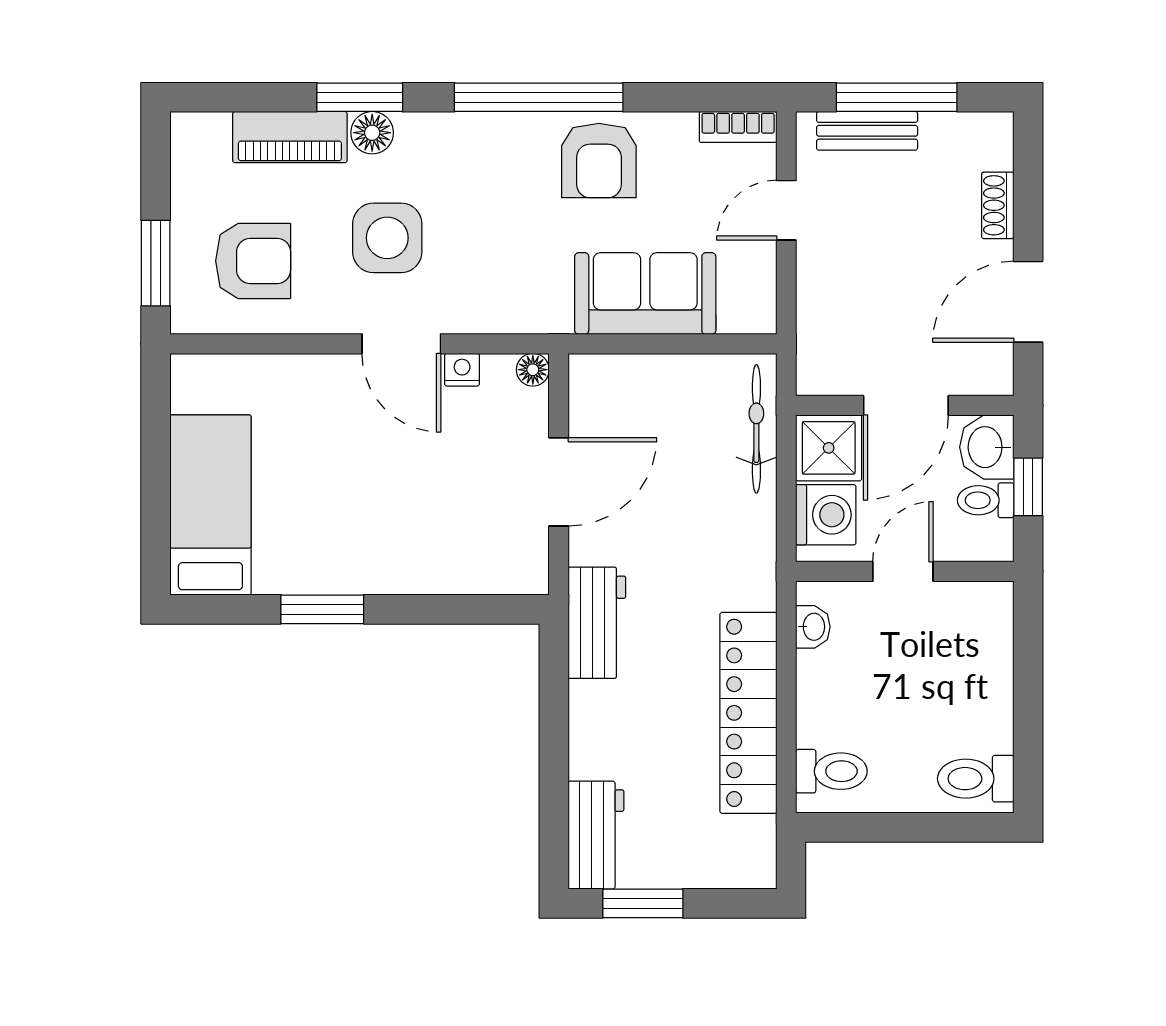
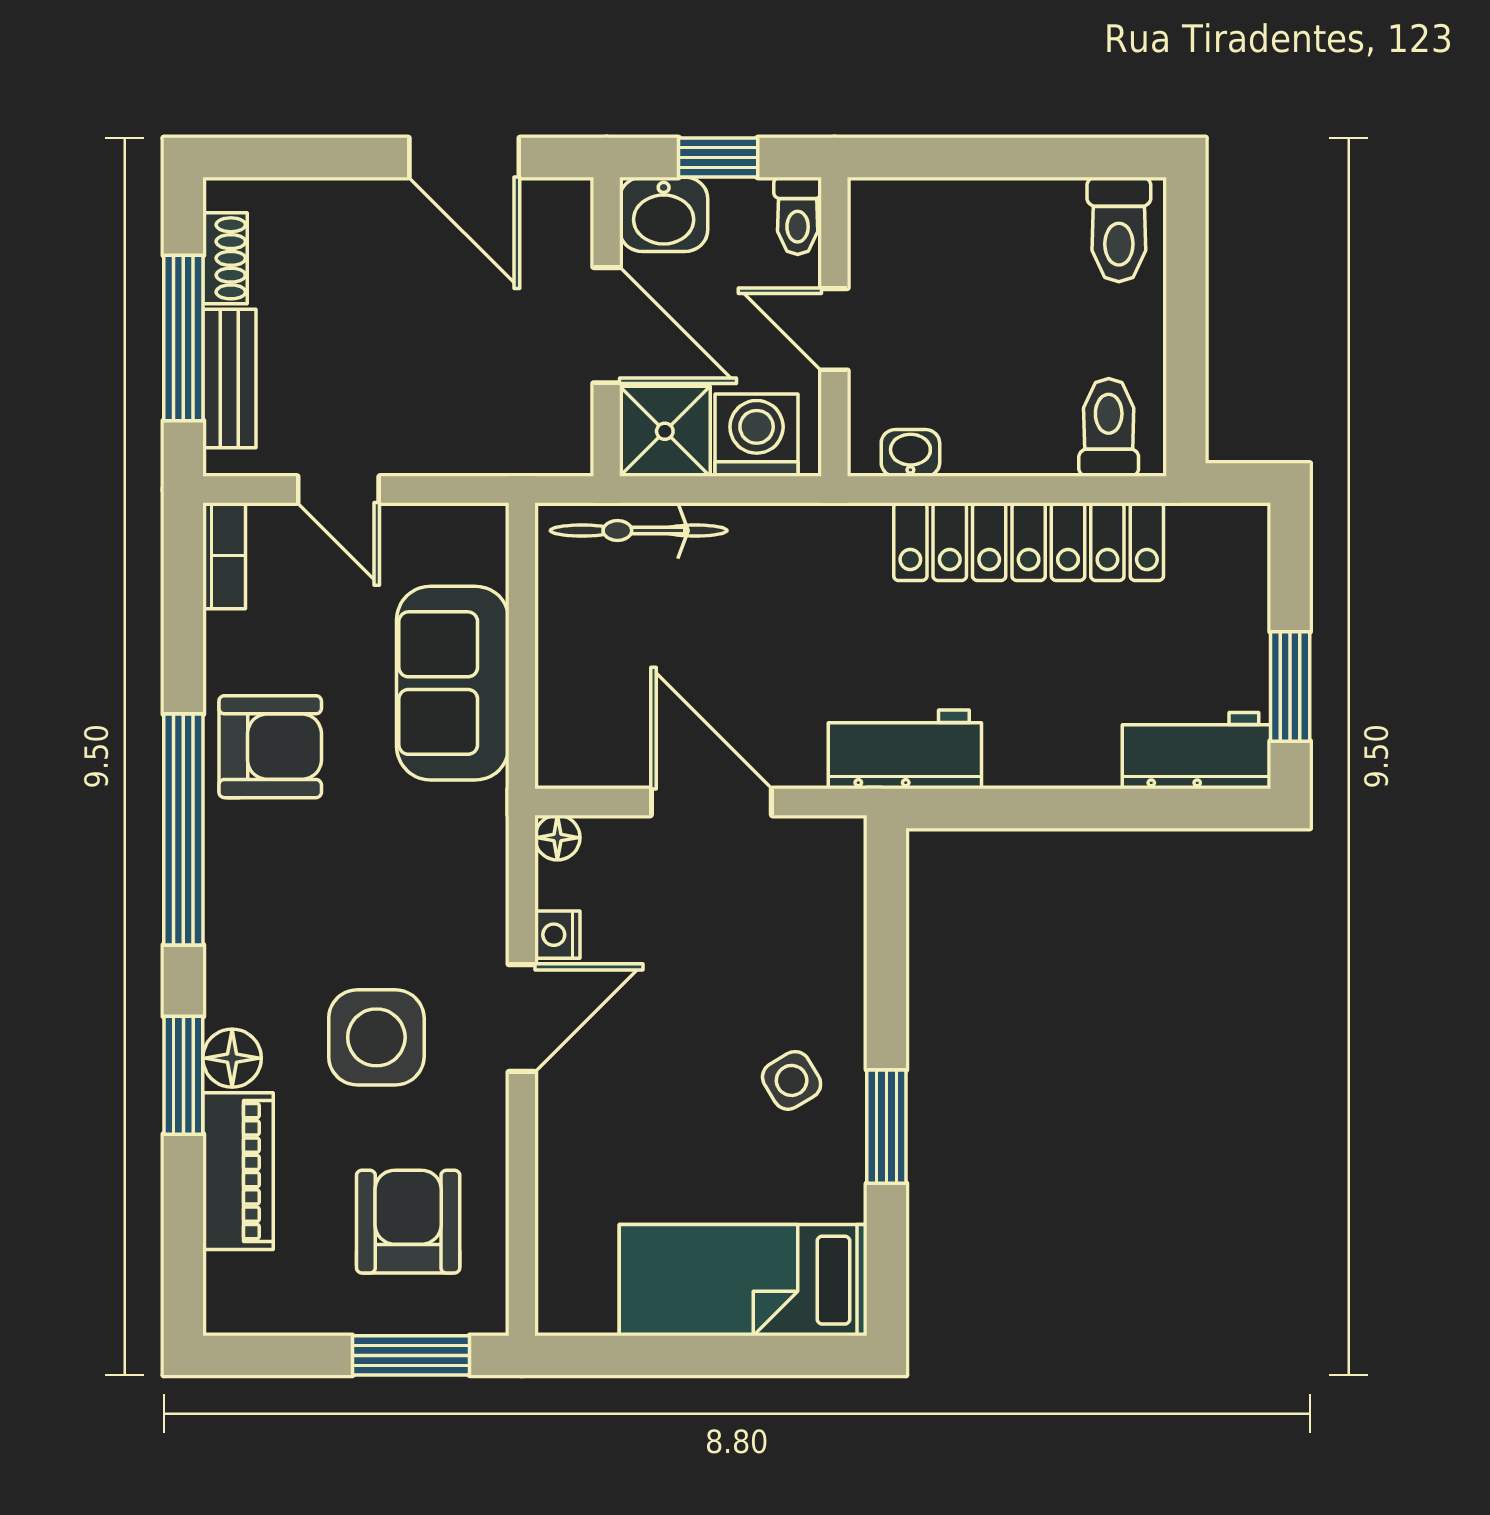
shoe rack: (998, 205) -> (225, 258), moved, turned -90
toilet: (986, 500) -> (798, 216), moved
side table: (356, 540) -> (792, 1080), added

